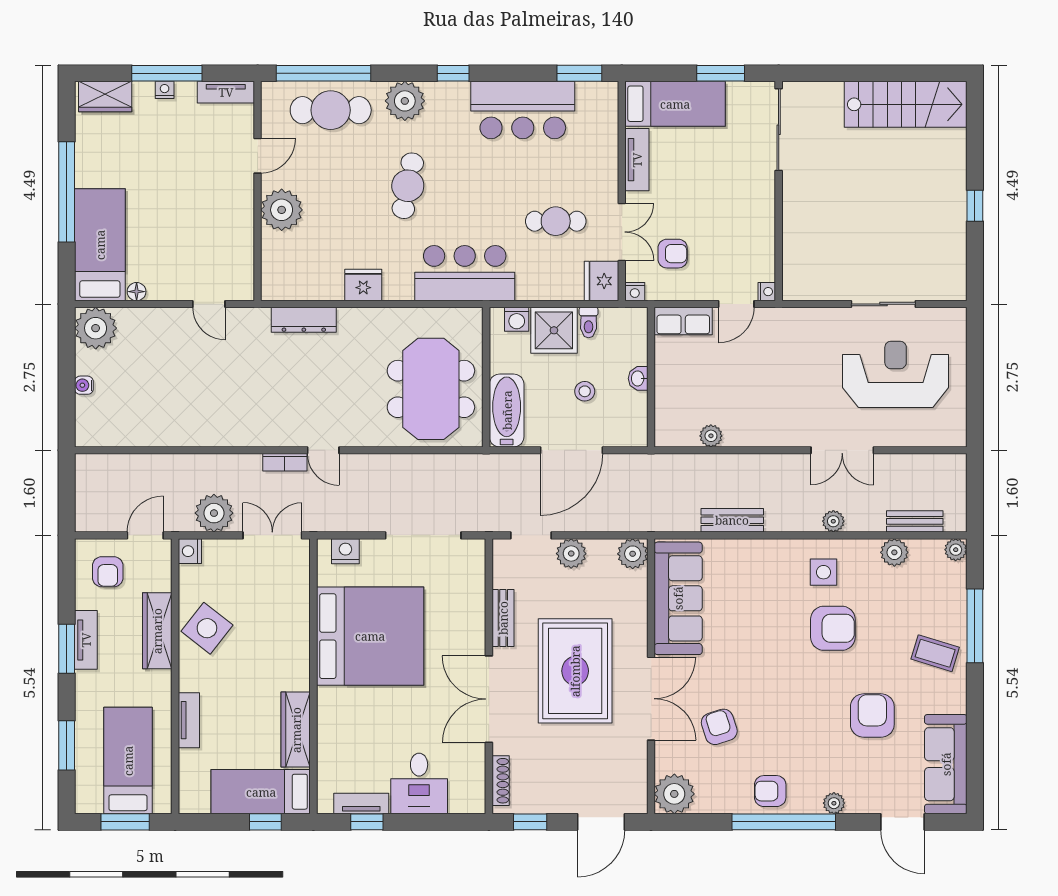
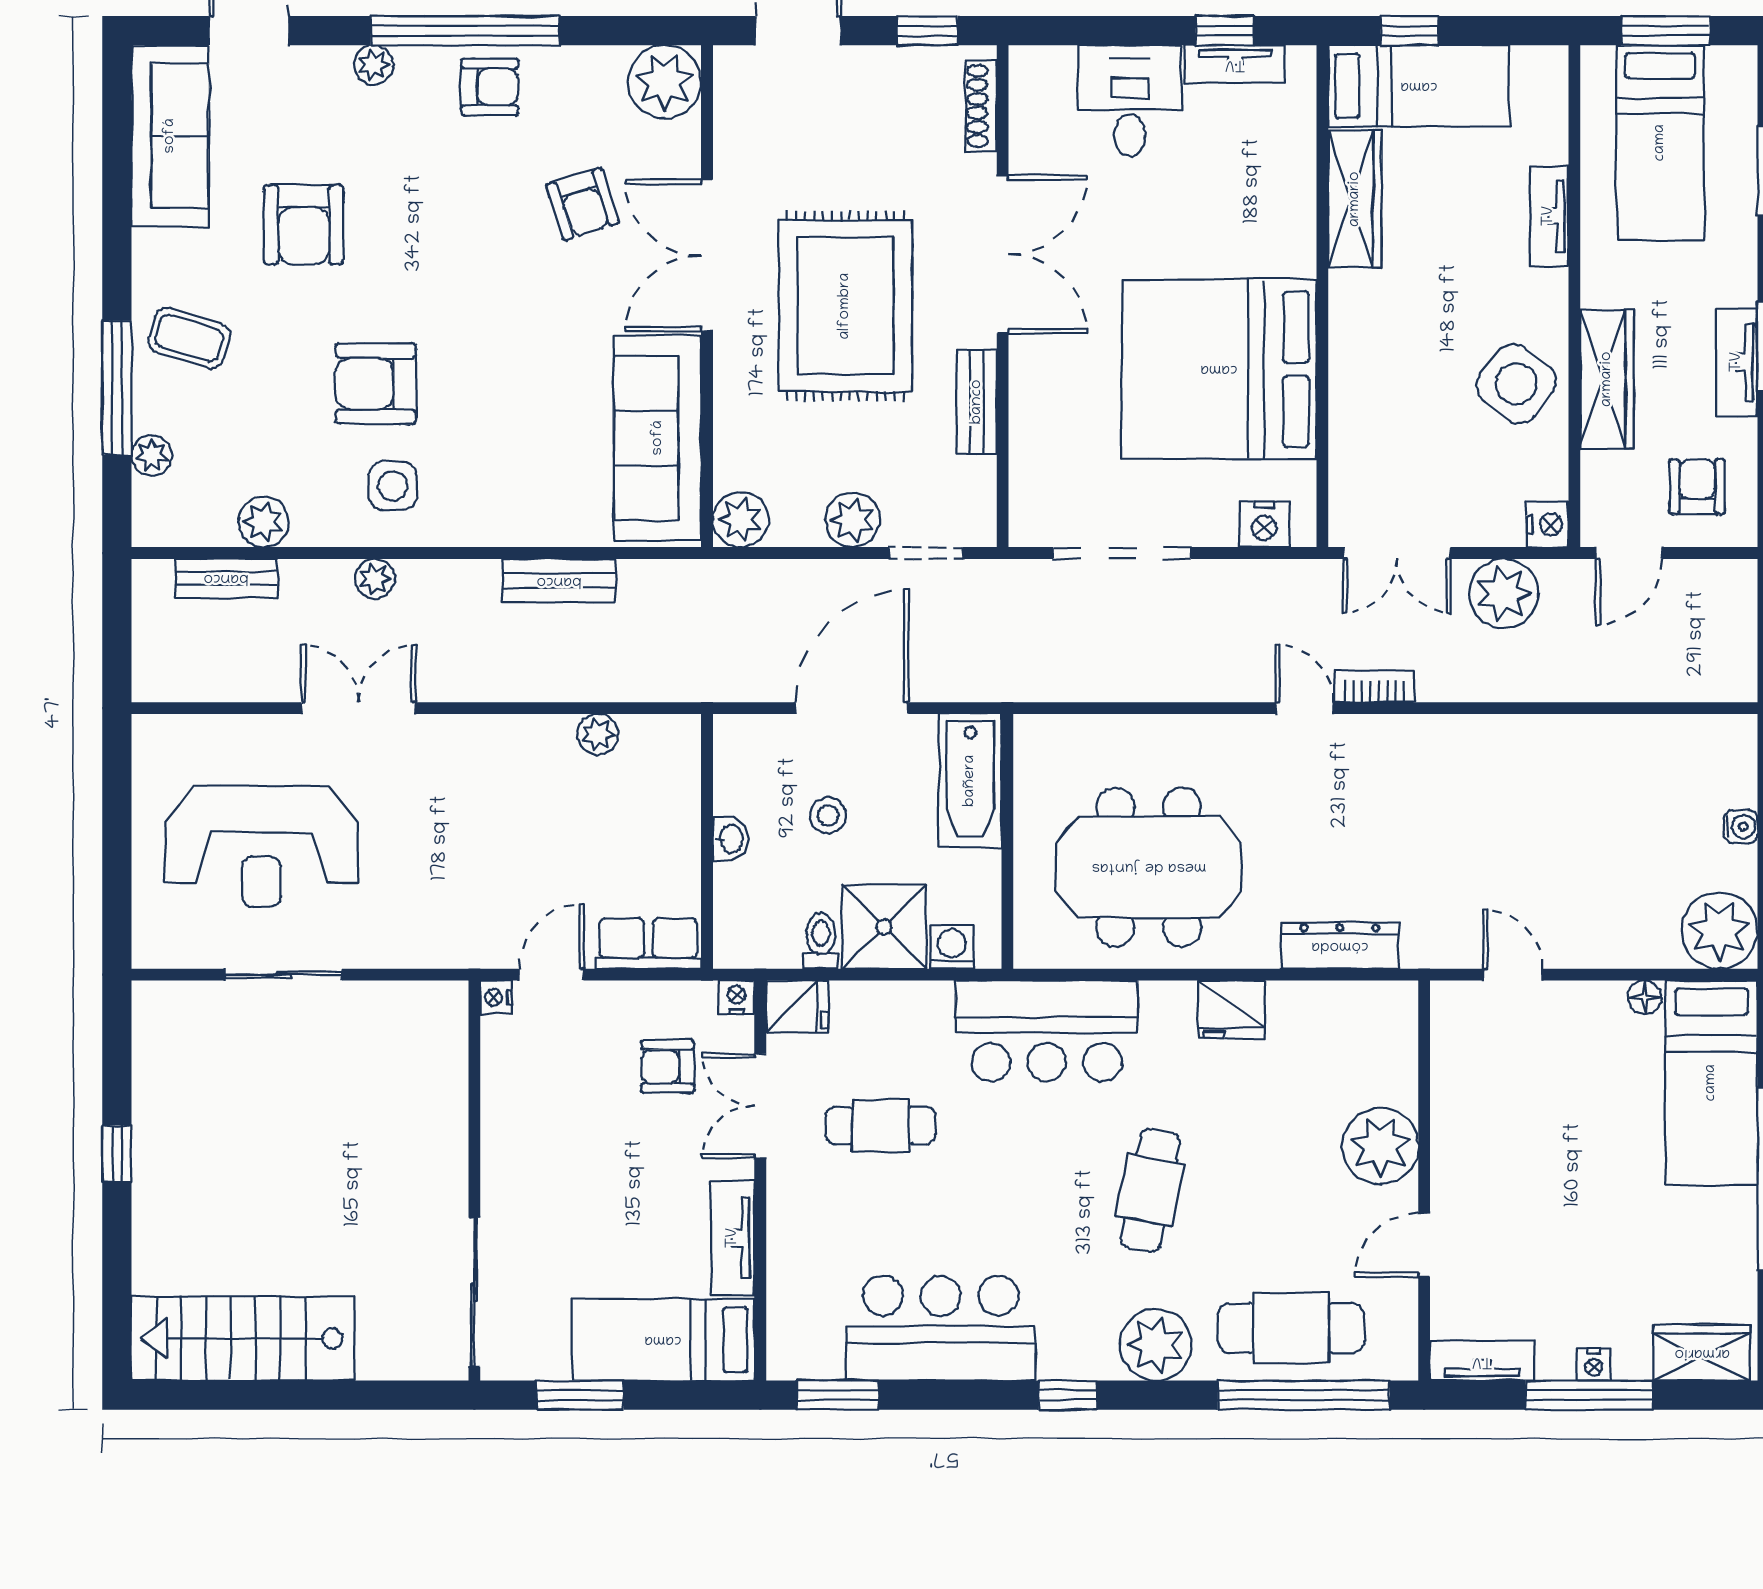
fridge: (602, 281) -> (797, 1007), width x0.72
meeting table: (431, 389) -> (1149, 867), moved, turned 90
plant: (956, 550) -> (152, 456), moved

